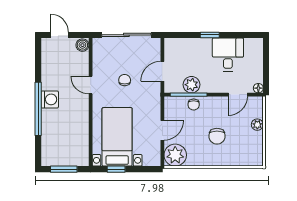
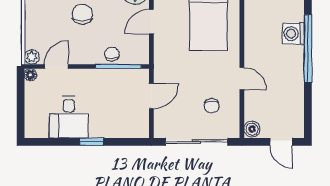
chair: (125, 80) -> (212, 106), moved
plant: (192, 85) -> (115, 79), removed
washing machine: (50, 99) -> (293, 34), moved
plant: (257, 125) -> (32, 57), moved

